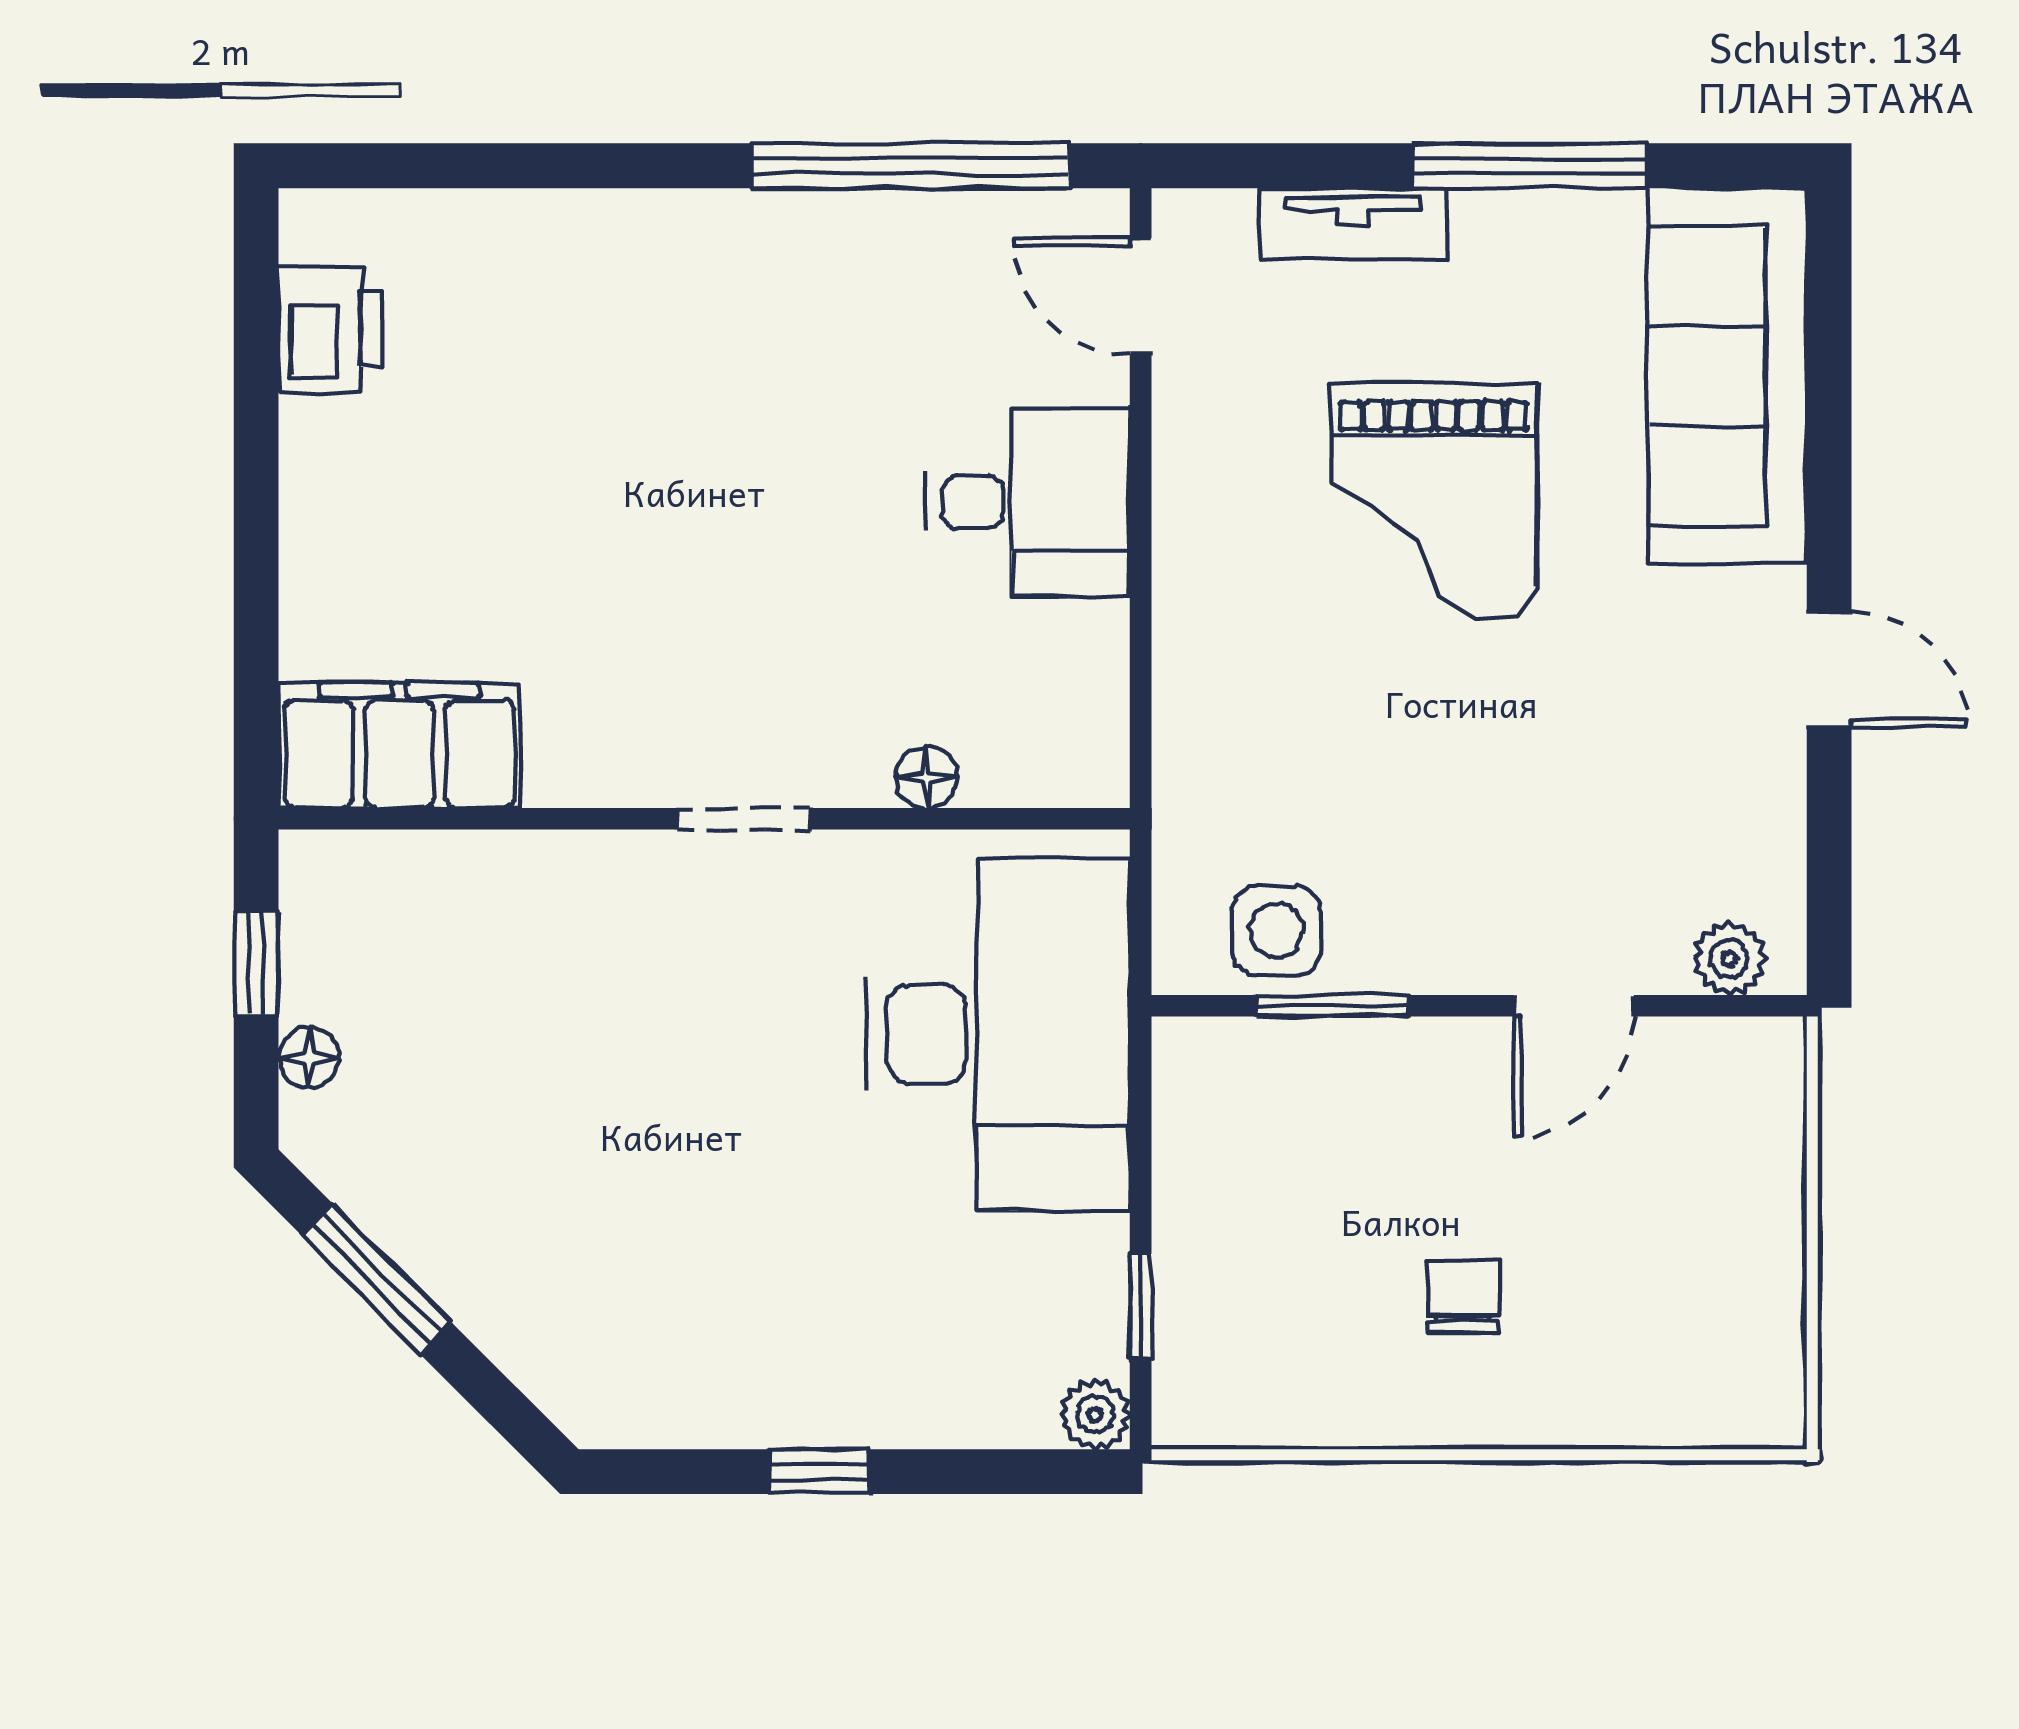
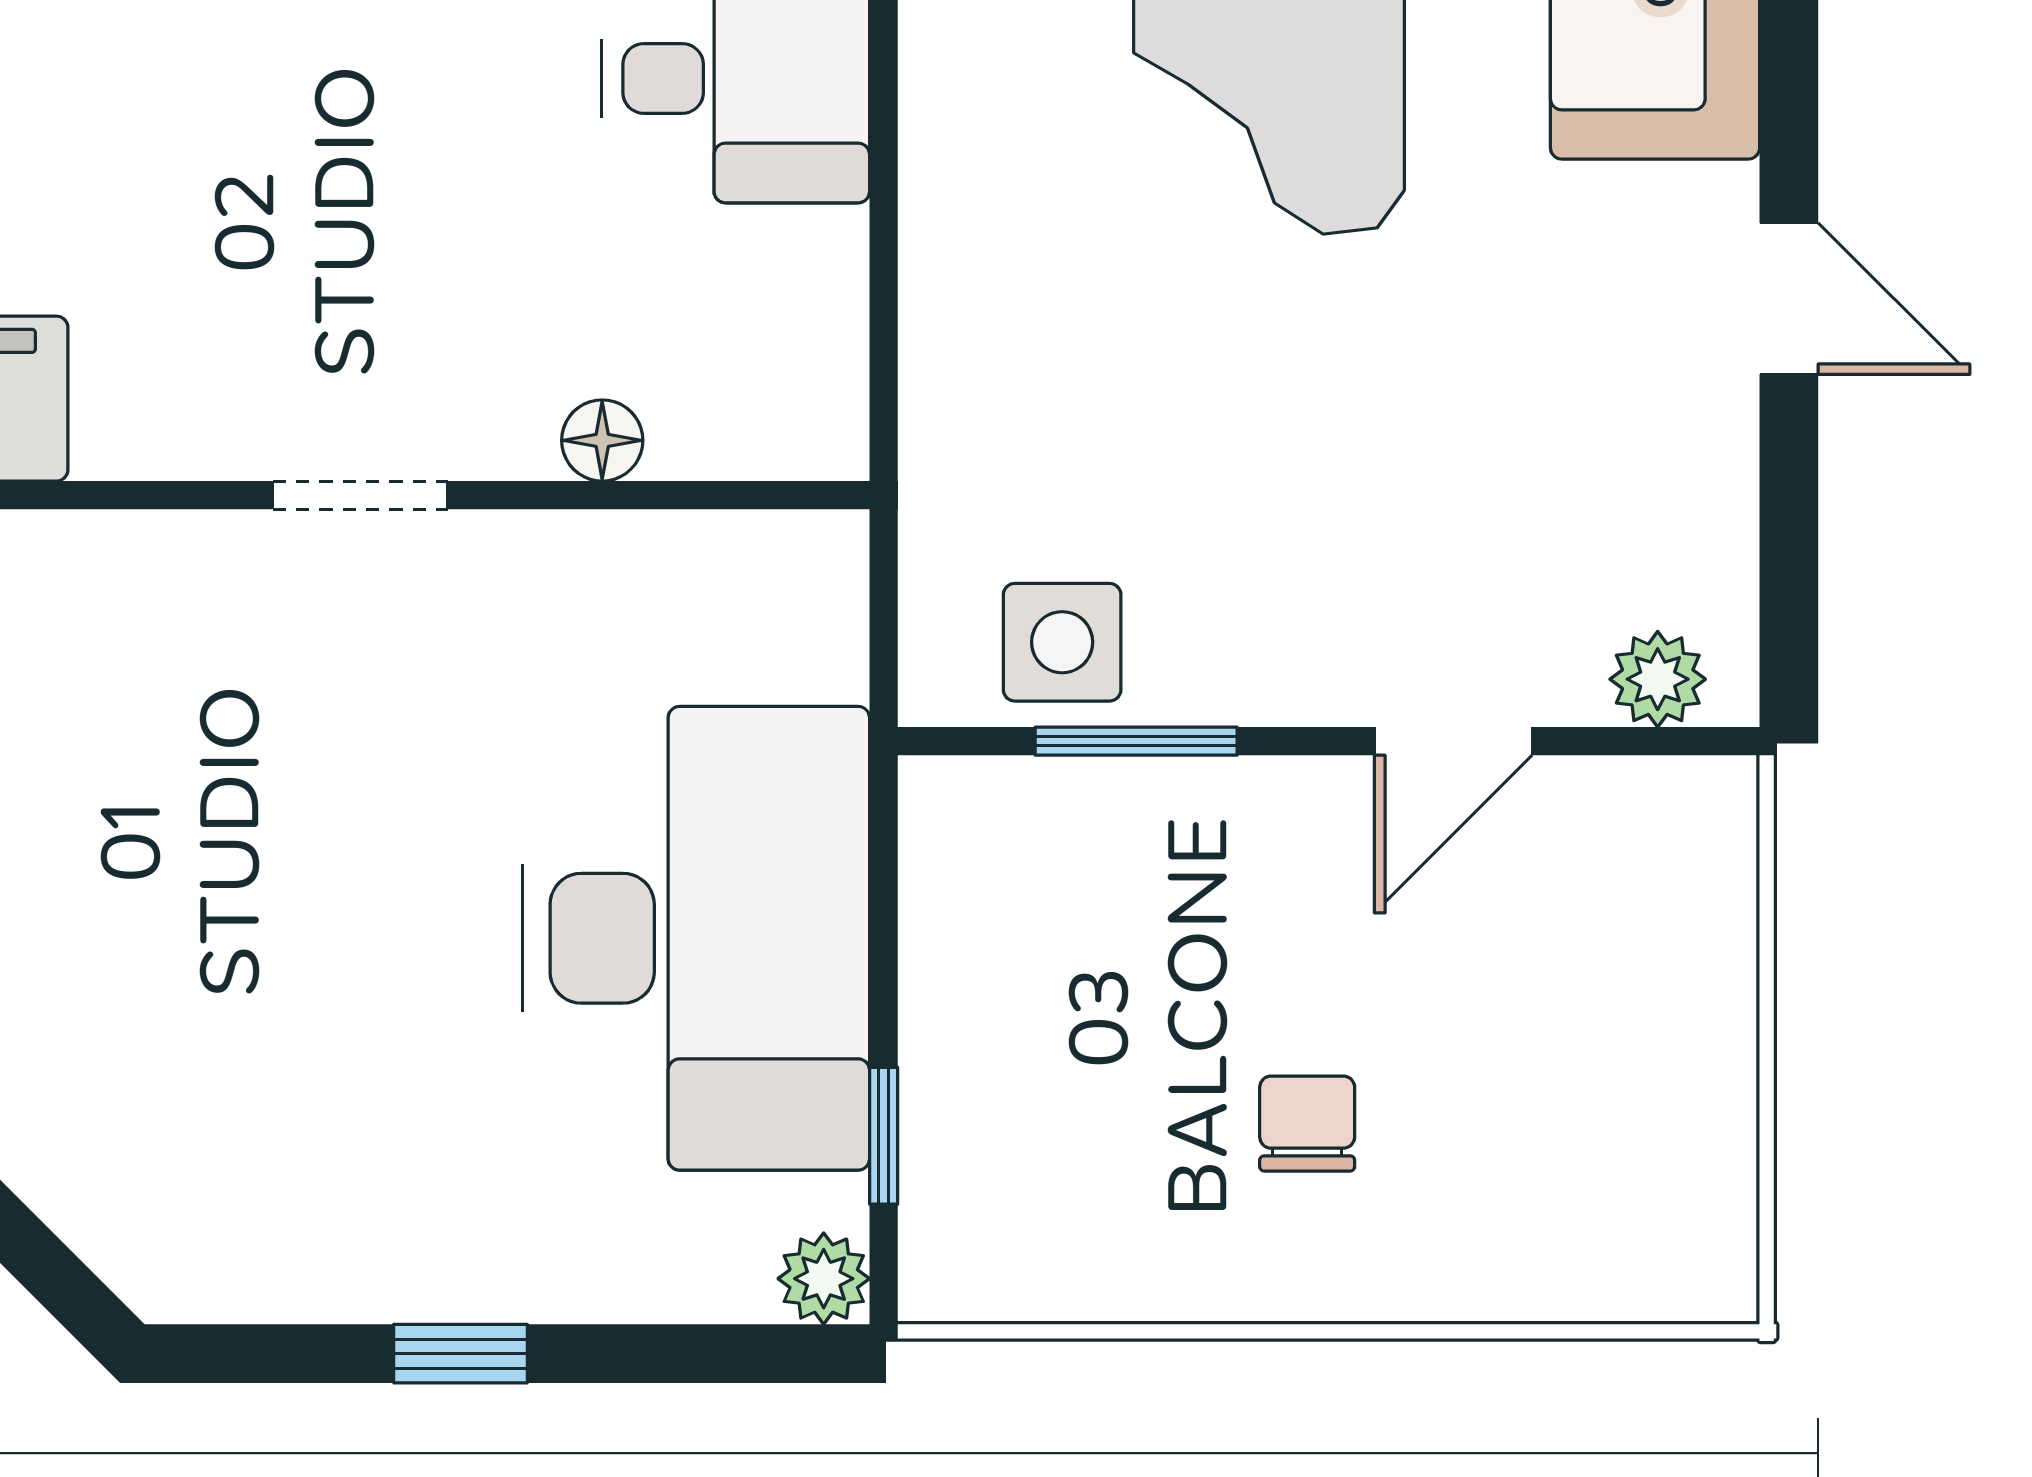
desk: (998, 1034) -> (696, 938), moved

